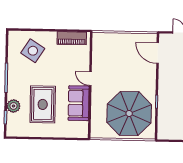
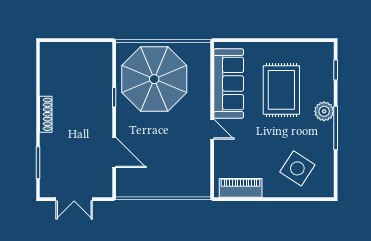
door: (158, 53) -> (114, 152), moved
sofa: (79, 103) -> (229, 84), width x1.36
plant: (13, 106) -> (324, 111), moved

